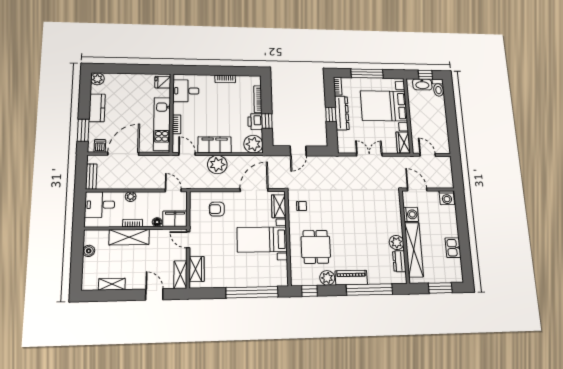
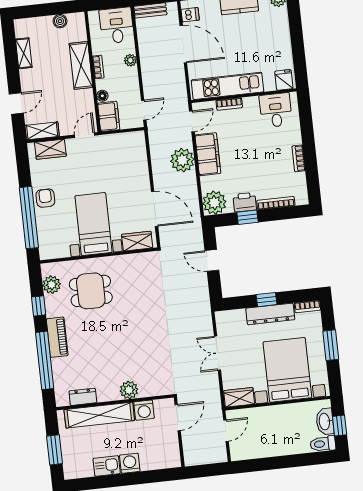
window: (367, 74) -> (331, 345), width x0.69
double door: (369, 155) -> (217, 353), swing flipped
washing machine: (447, 198) -> (130, 463), moved, turned 90
chair: (302, 206) -> (140, 270), removed
armchair: (217, 209) -> (45, 198), moved
plant: (397, 242) -> (129, 390), moved
plant: (327, 278) -> (52, 285), moved
window: (310, 291) -> (39, 306), moved

